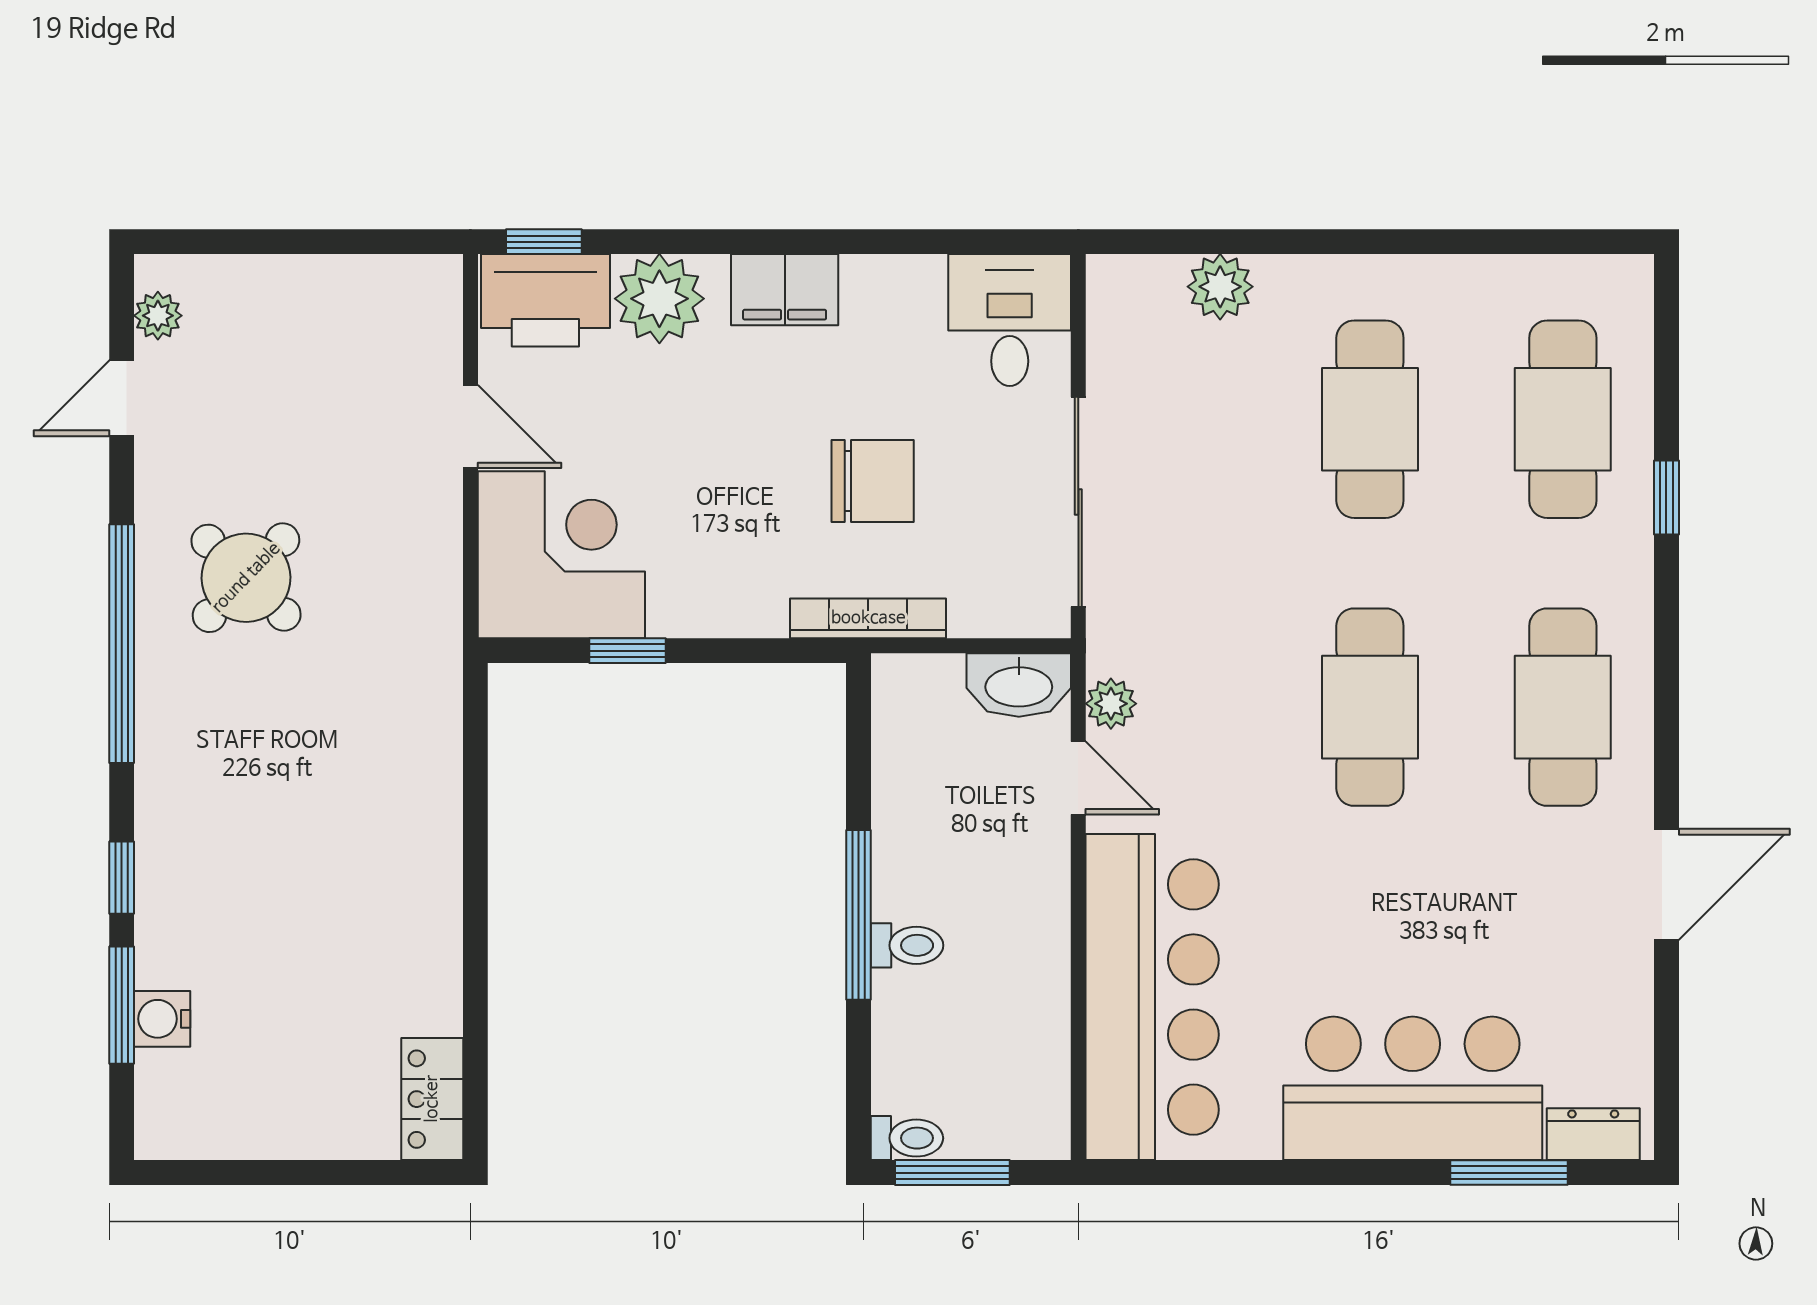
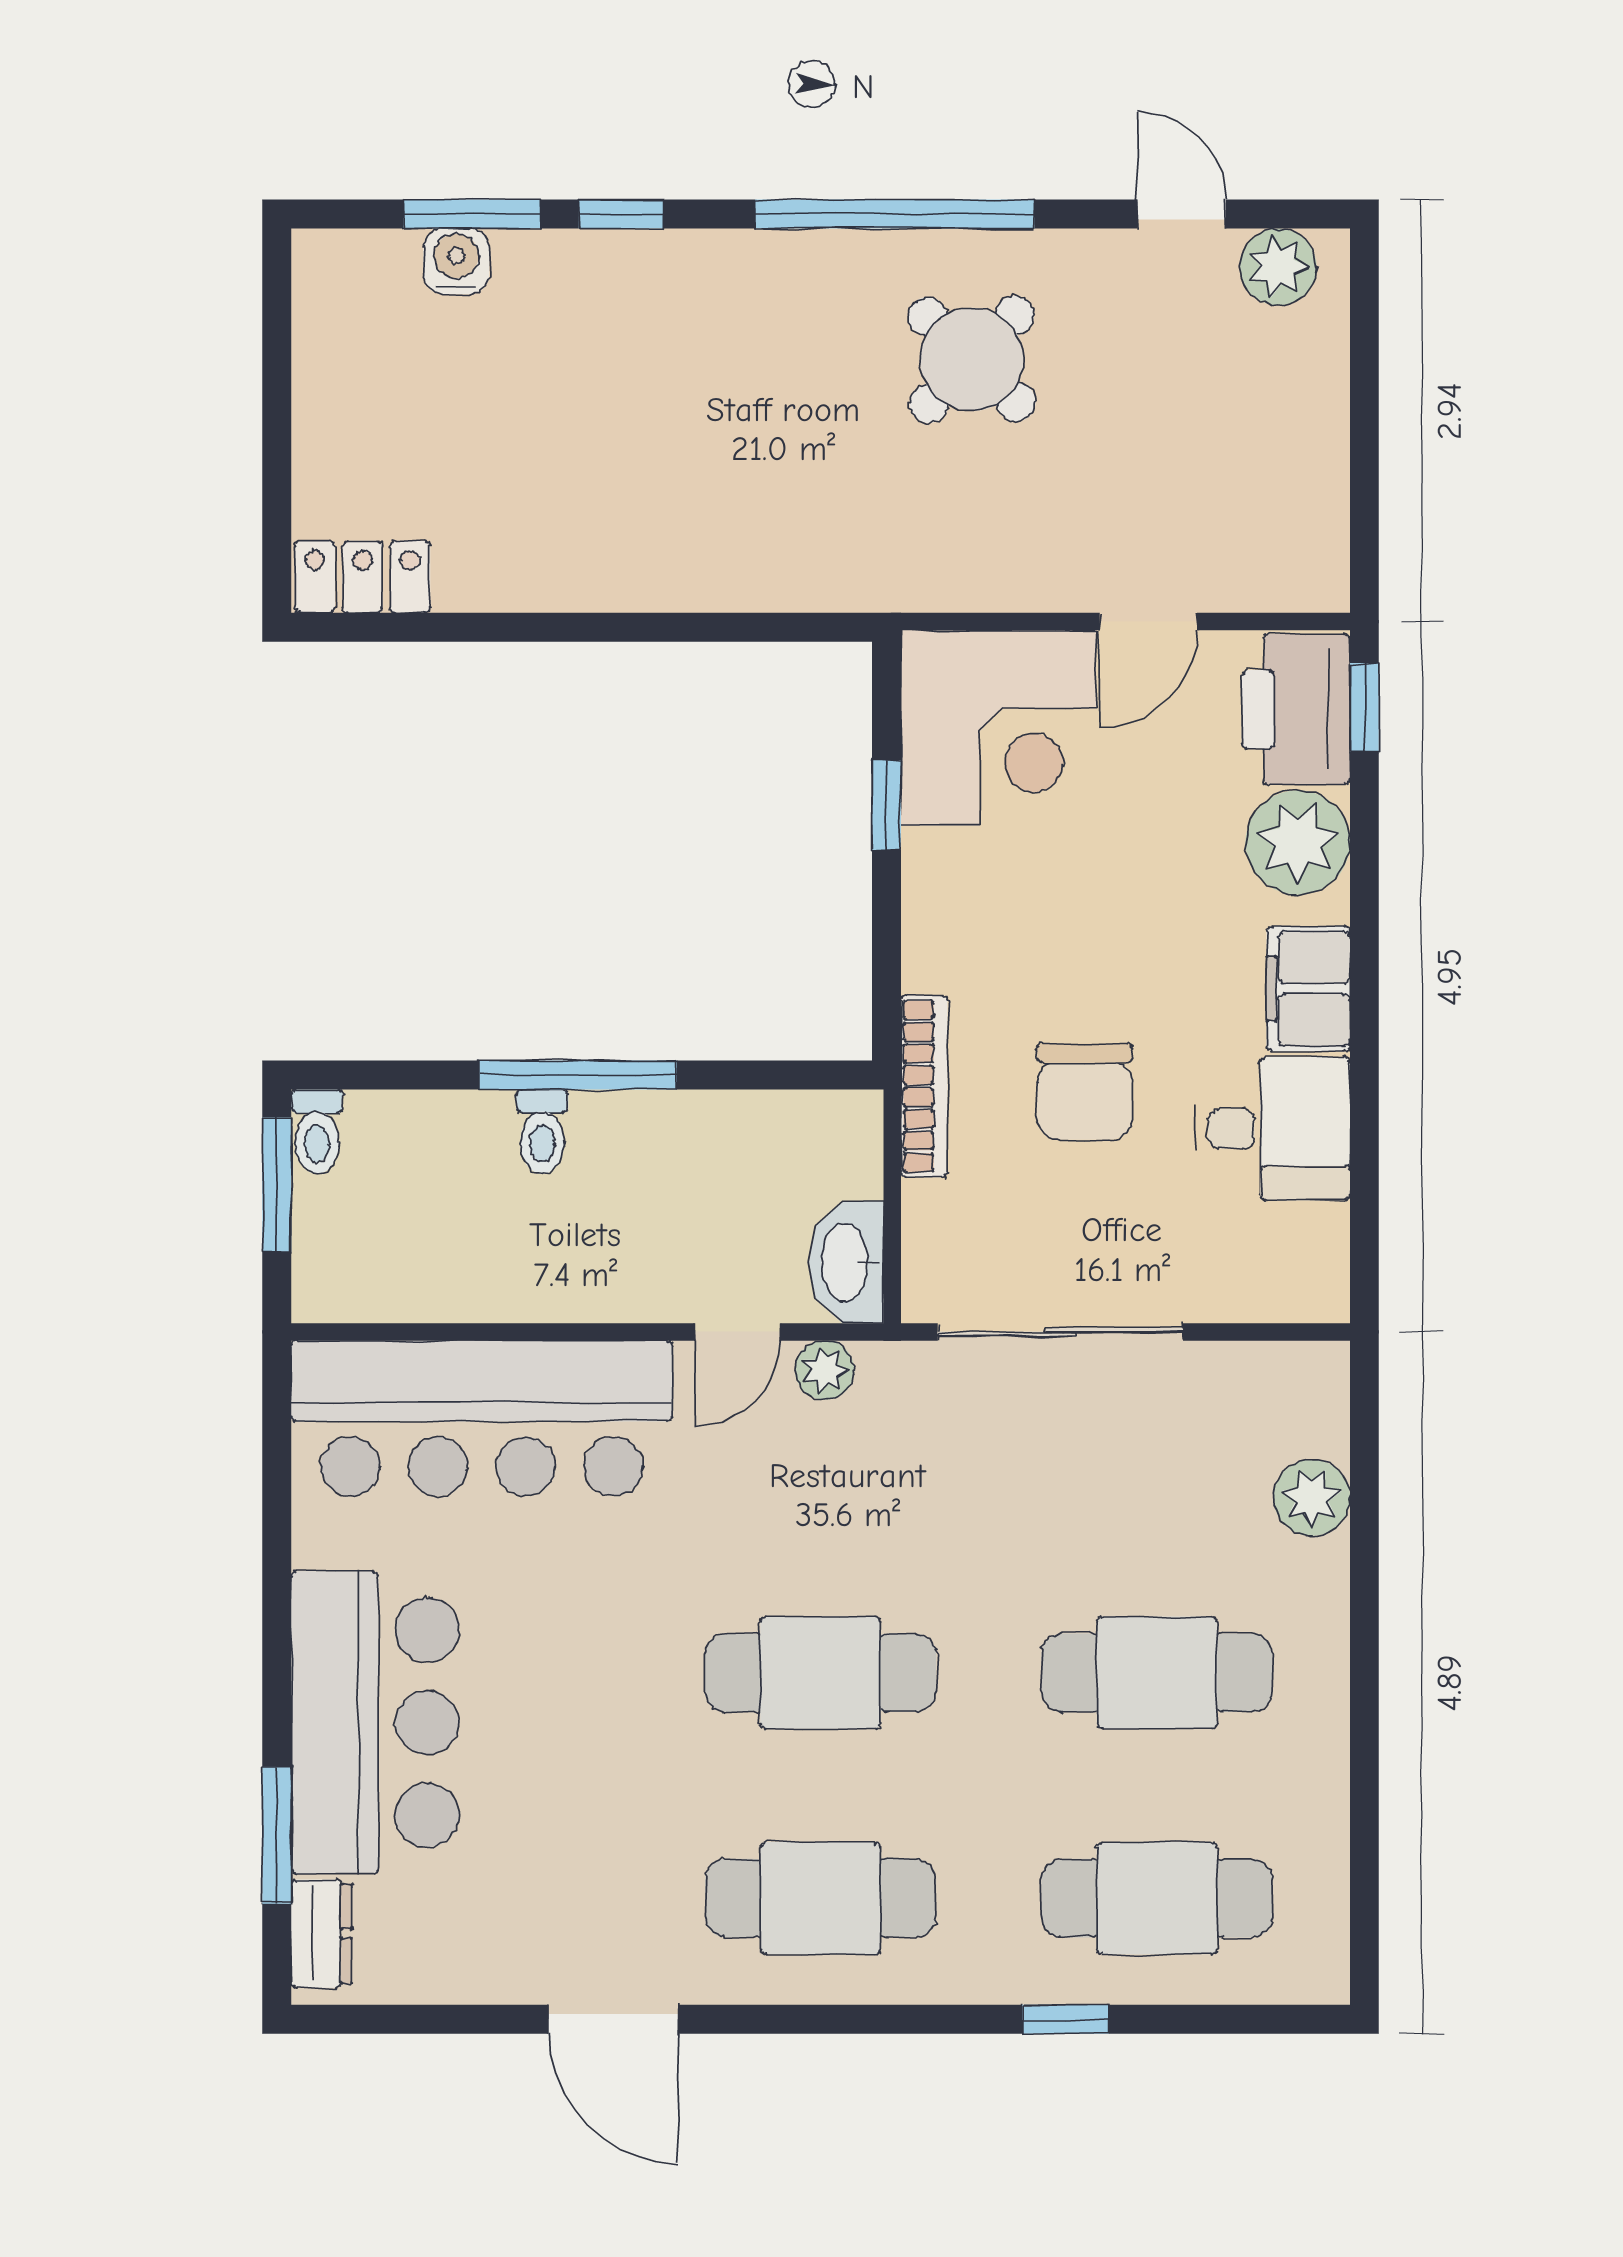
plant: (158, 316) -> (1278, 267), width x1.38, depth x1.38
desk: (1010, 320) -> (1273, 1129), moved

